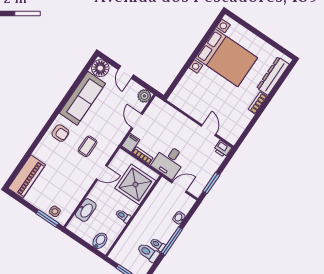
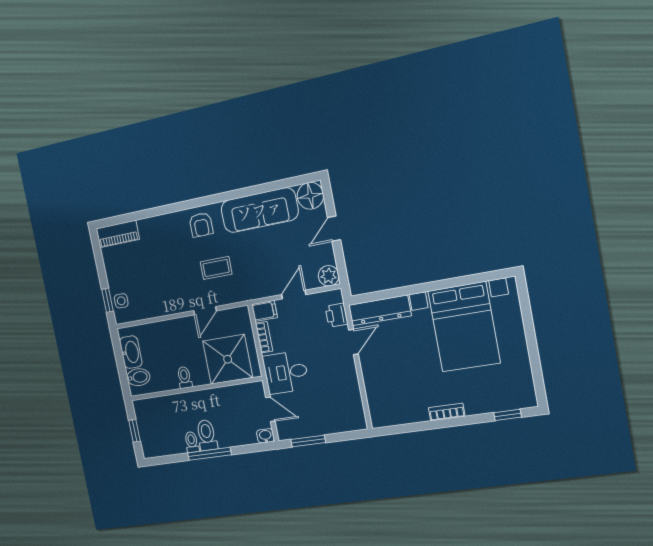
dresser: (273, 76) -> (380, 310), moved, turned 180
window: (284, 77) -> (508, 415), added
door: (209, 130) -> (353, 342), moved
printer: (222, 149) -> (336, 315), moved
door: (102, 172) -> (205, 311), hinge flipped
piano: (27, 177) -> (118, 234), width x0.73, depth x0.75
washbasin: (86, 210) -> (131, 352), moved, turned -90
window: (47, 218) -> (107, 300), width x0.67
washbasin: (179, 218) -> (265, 436), moved
toilet: (148, 253) -> (207, 435), moved

